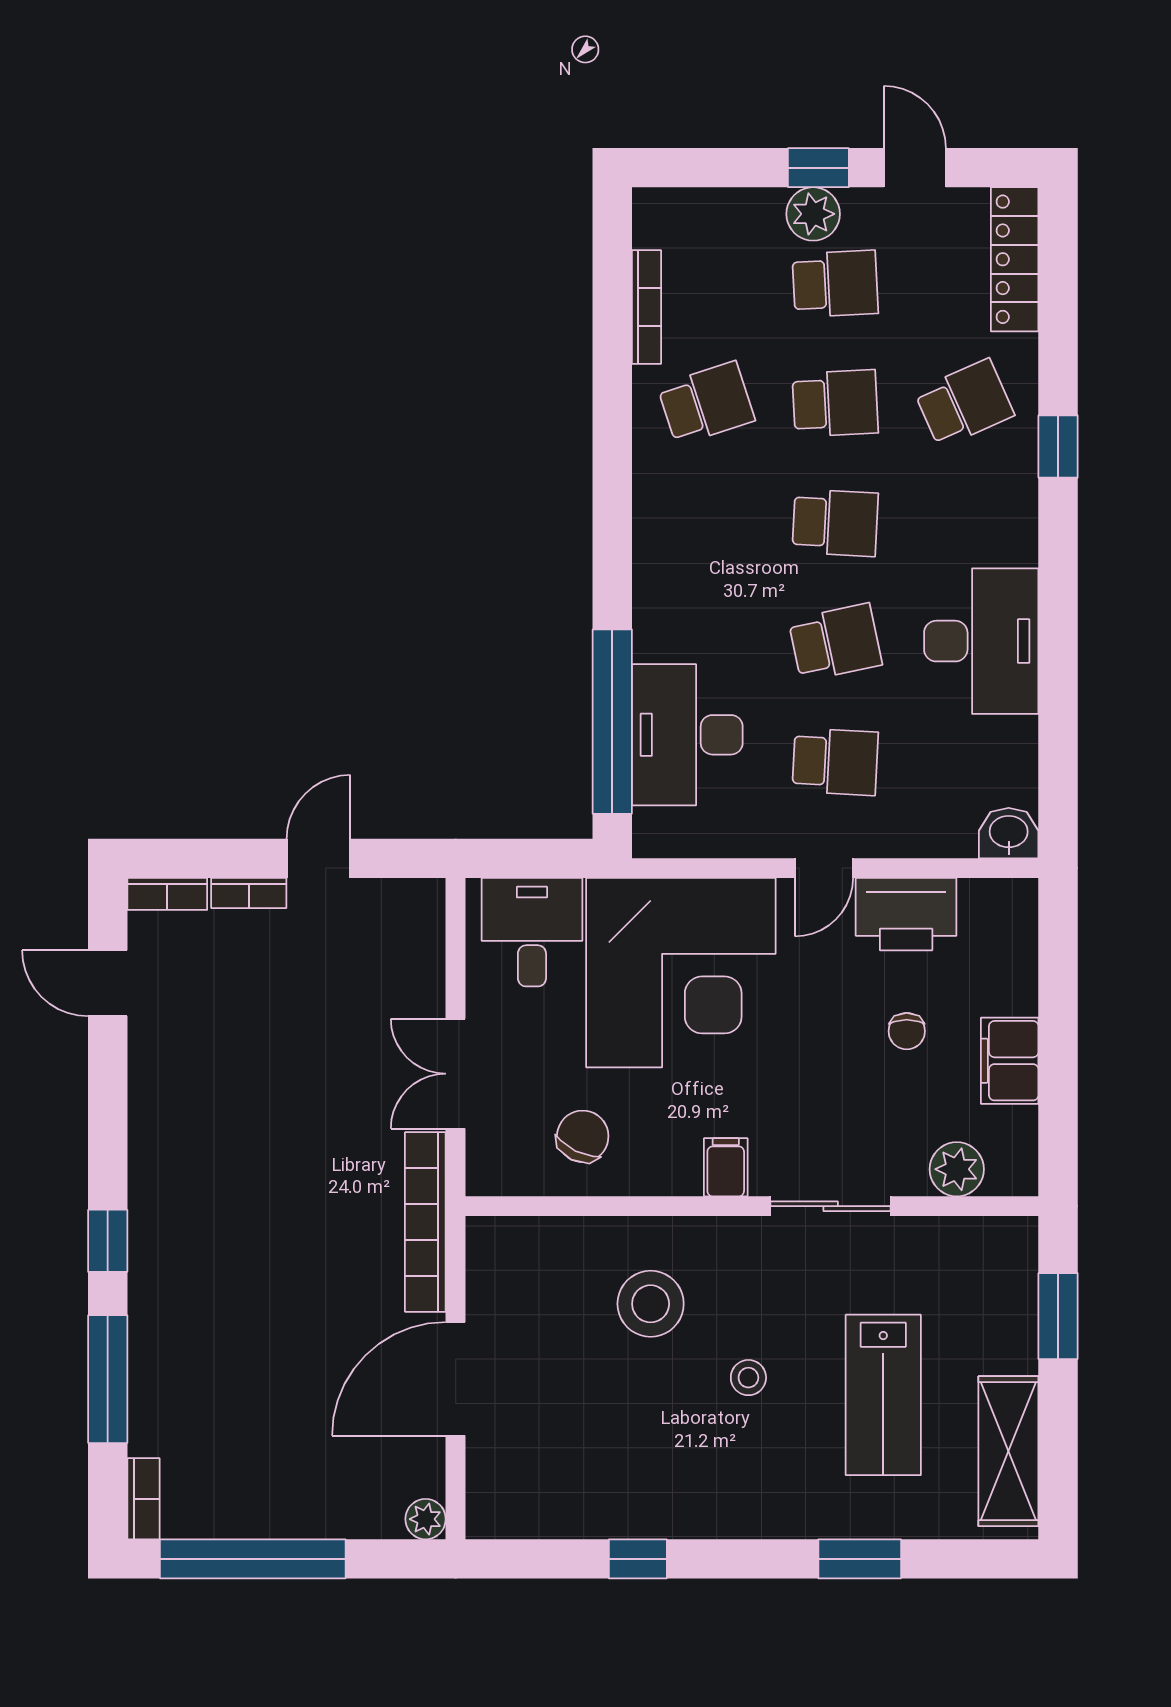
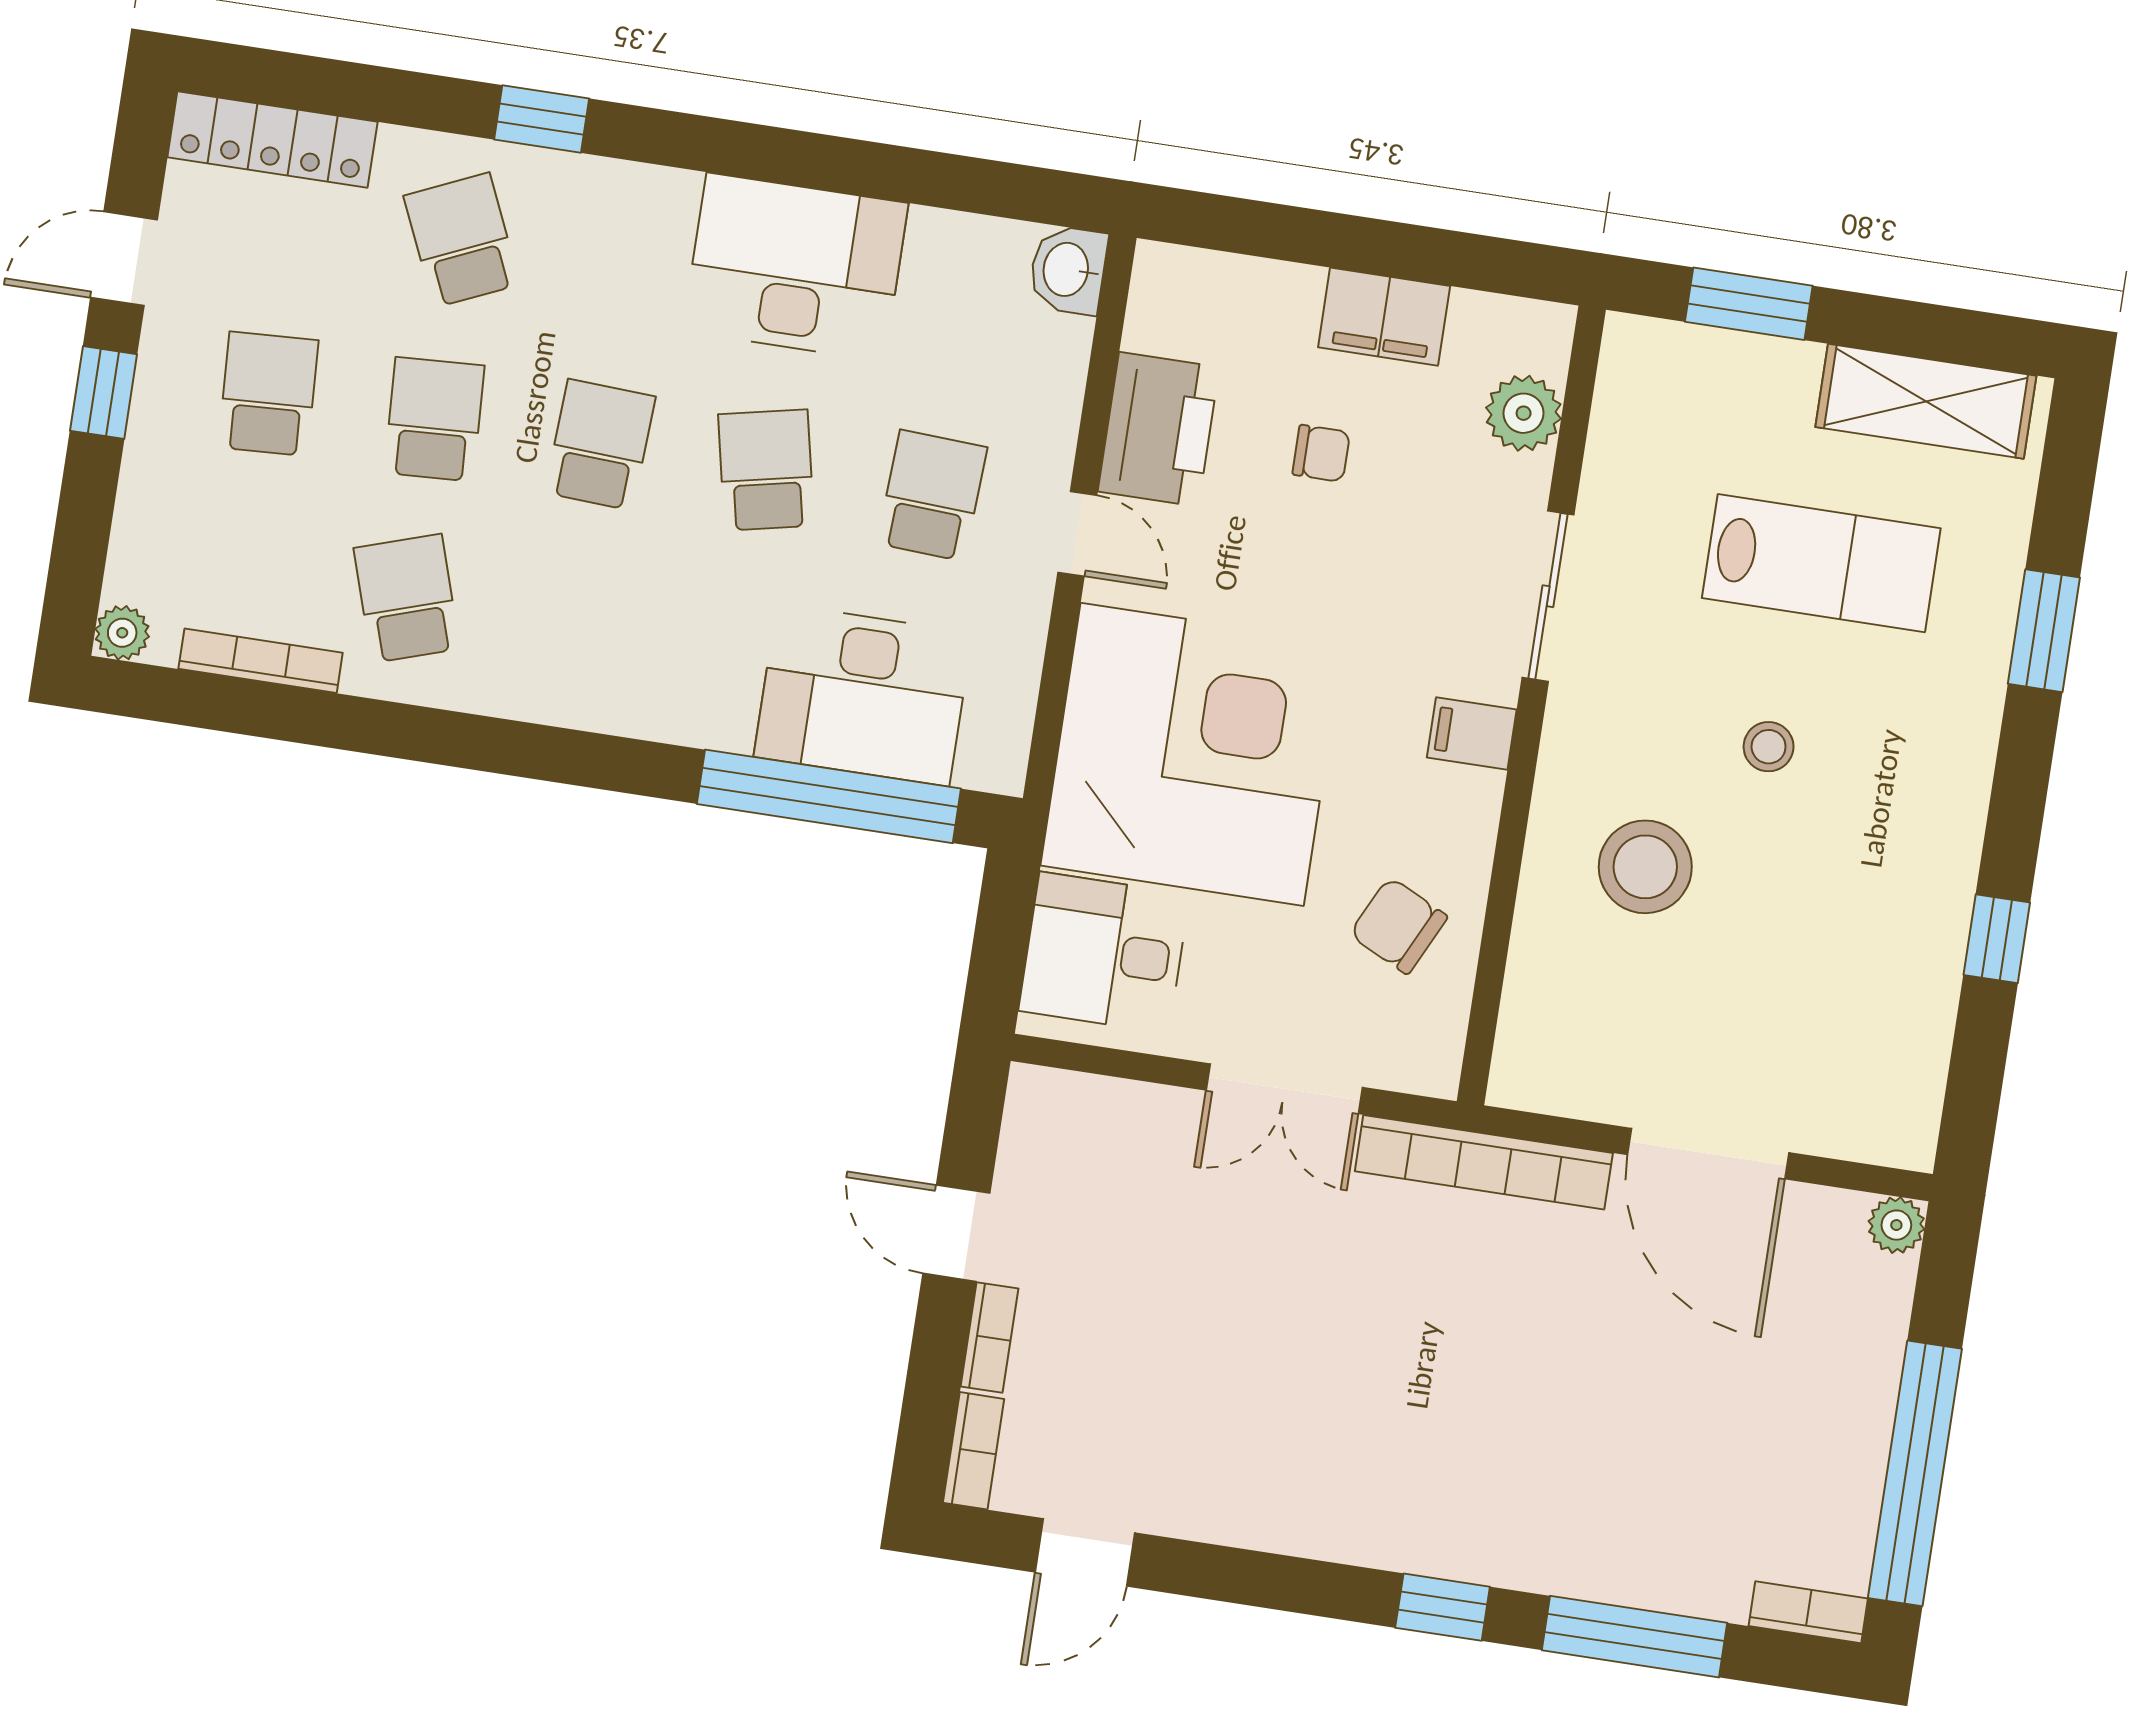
plant: (813, 214) -> (122, 633), moved, width x0.73, depth x0.73

